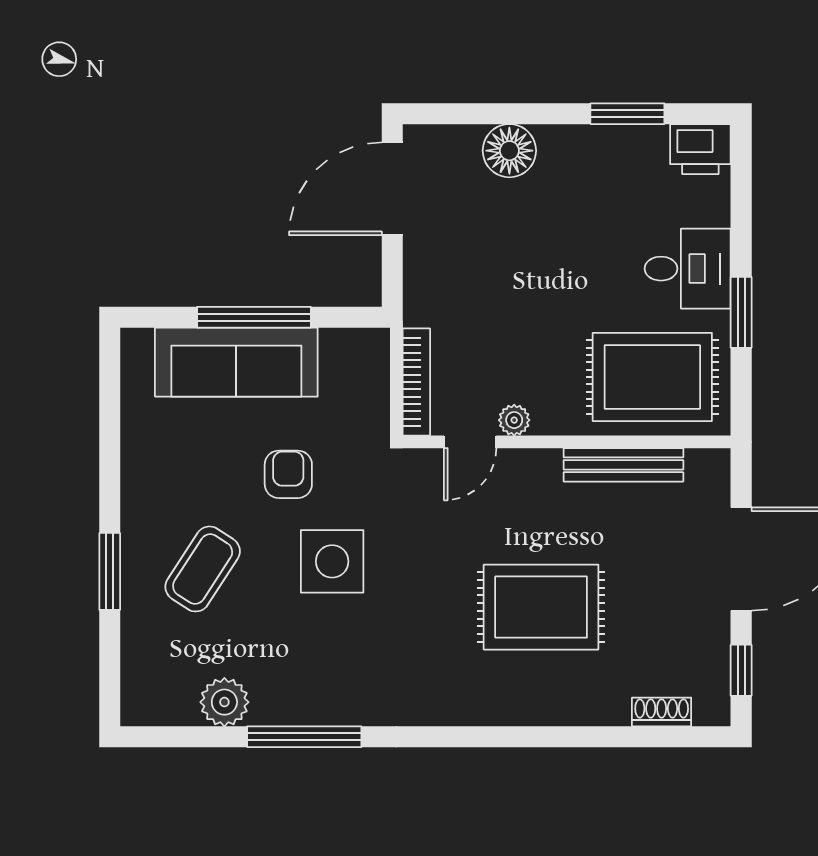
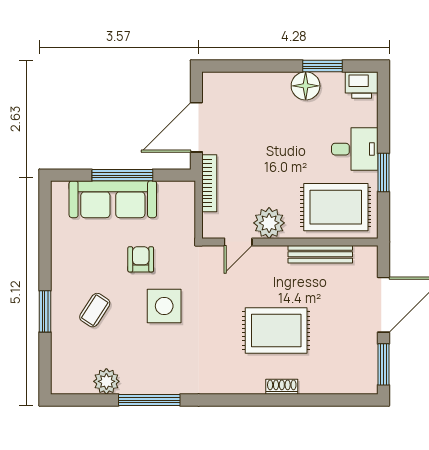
floor lamp: (509, 151) -> (306, 86), moved
door: (392, 189) -> (196, 127), moved
bookcase: (416, 382) -> (209, 183), moved
plant: (514, 420) -> (269, 223), width x1.87, depth x1.87
coffee table: (203, 569) -> (95, 310), width x0.73, depth x0.77
window: (741, 670) -> (383, 364), width x1.50
shoe rack: (662, 712) -> (282, 387), moved

